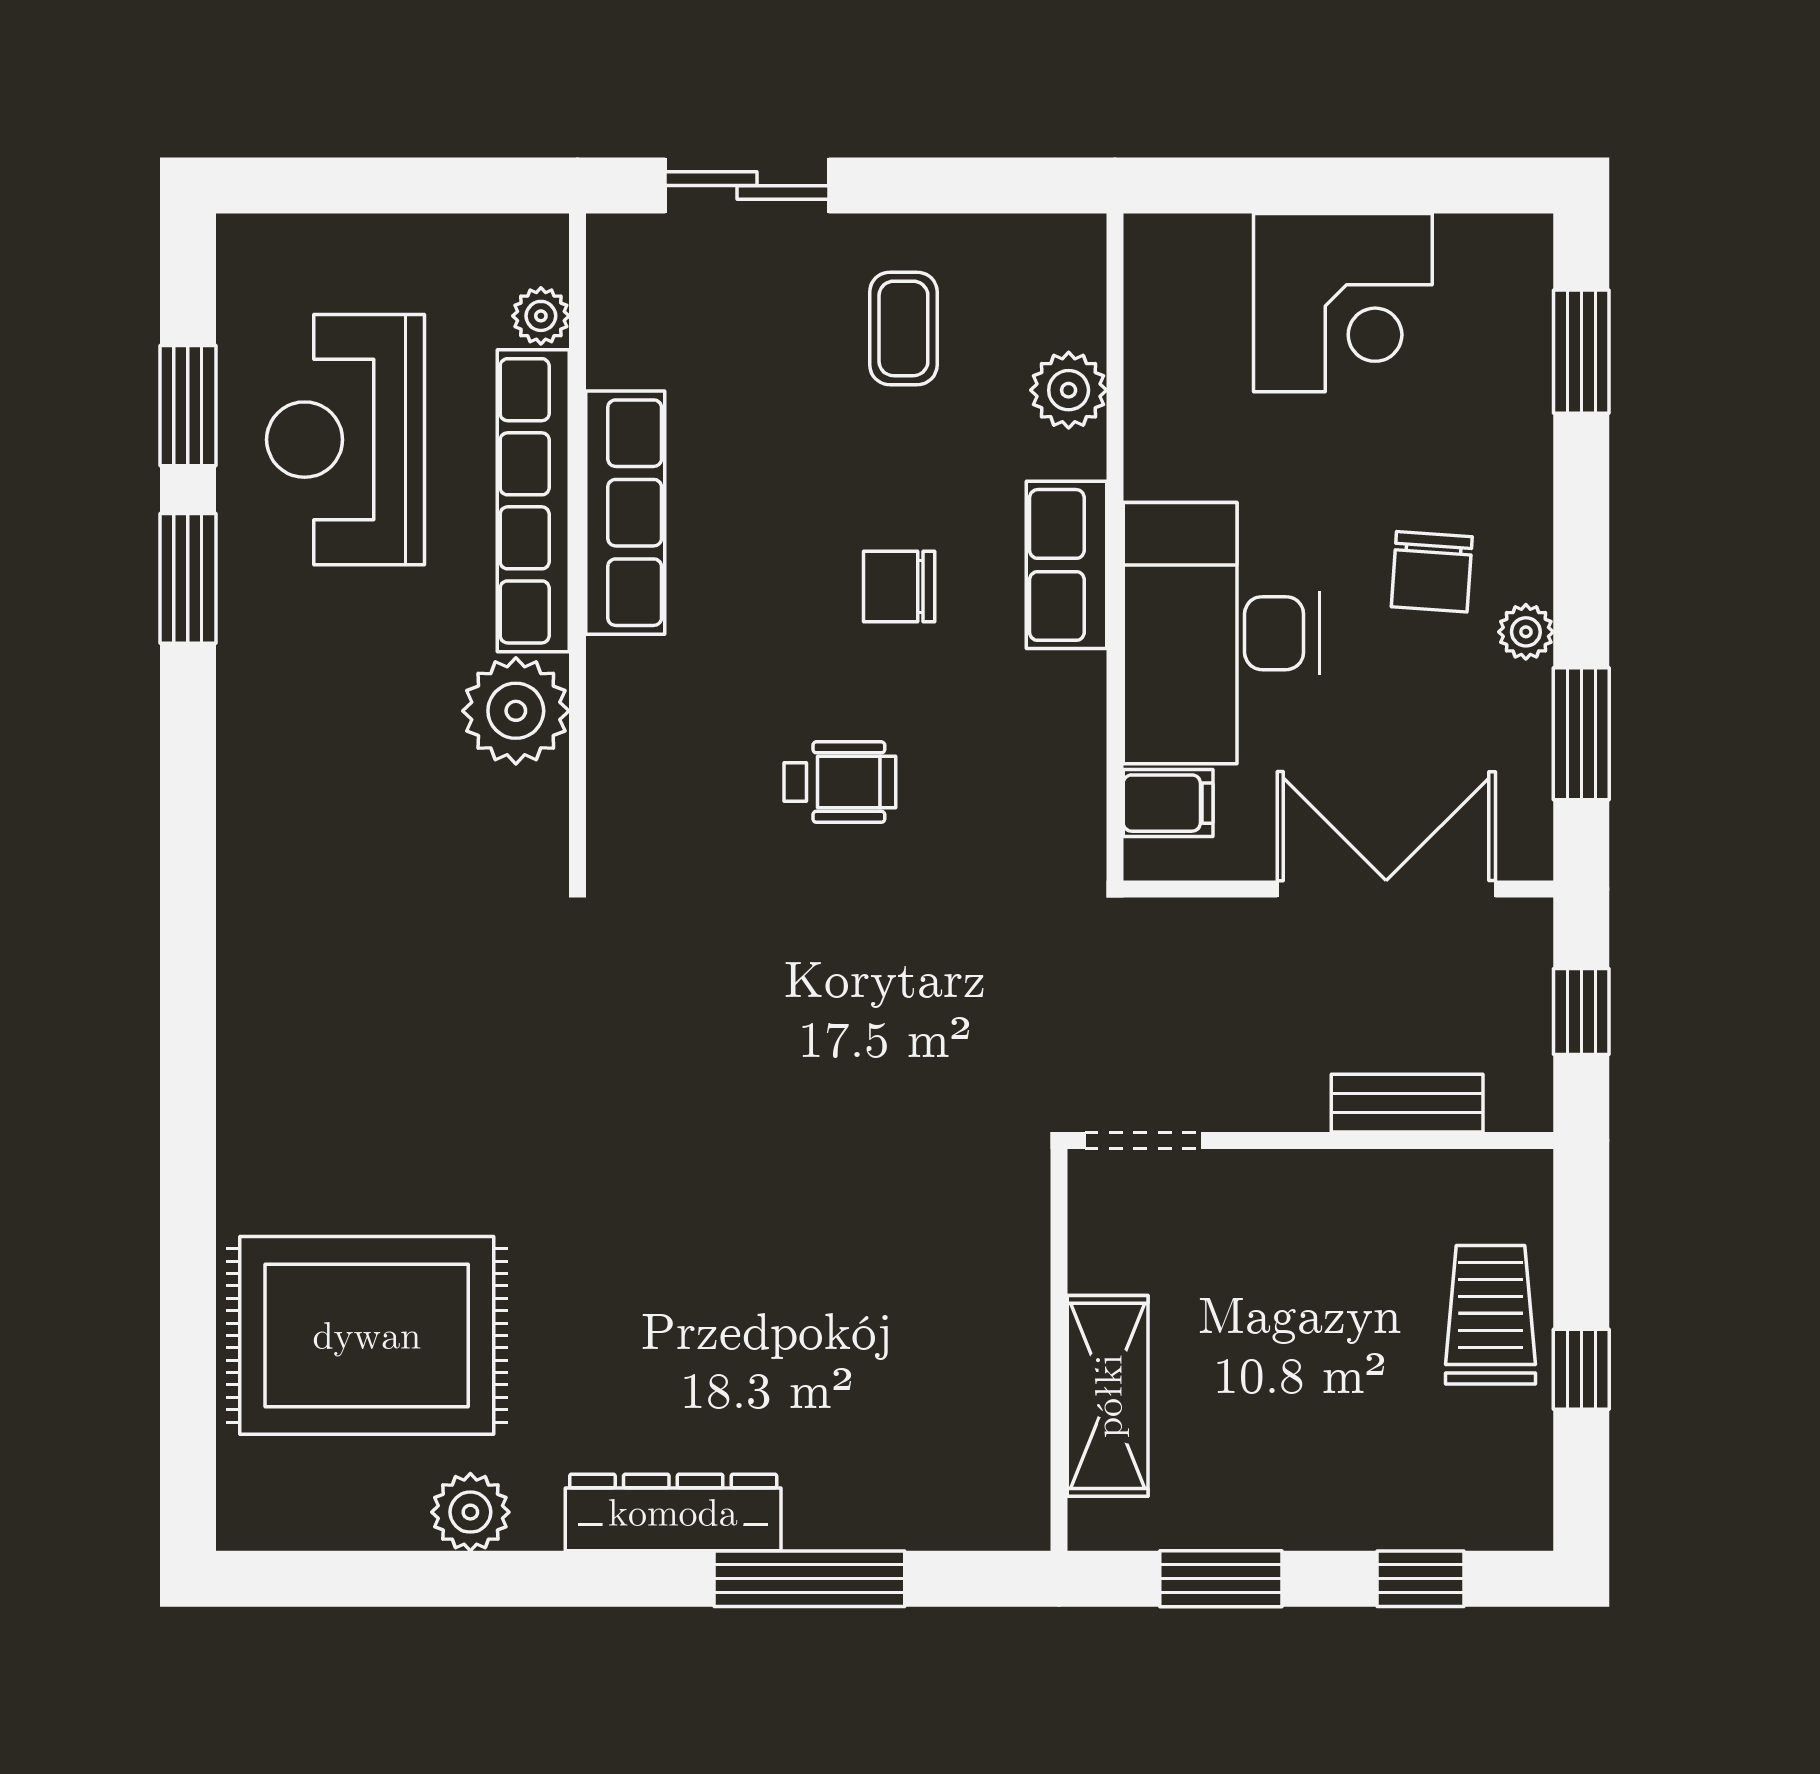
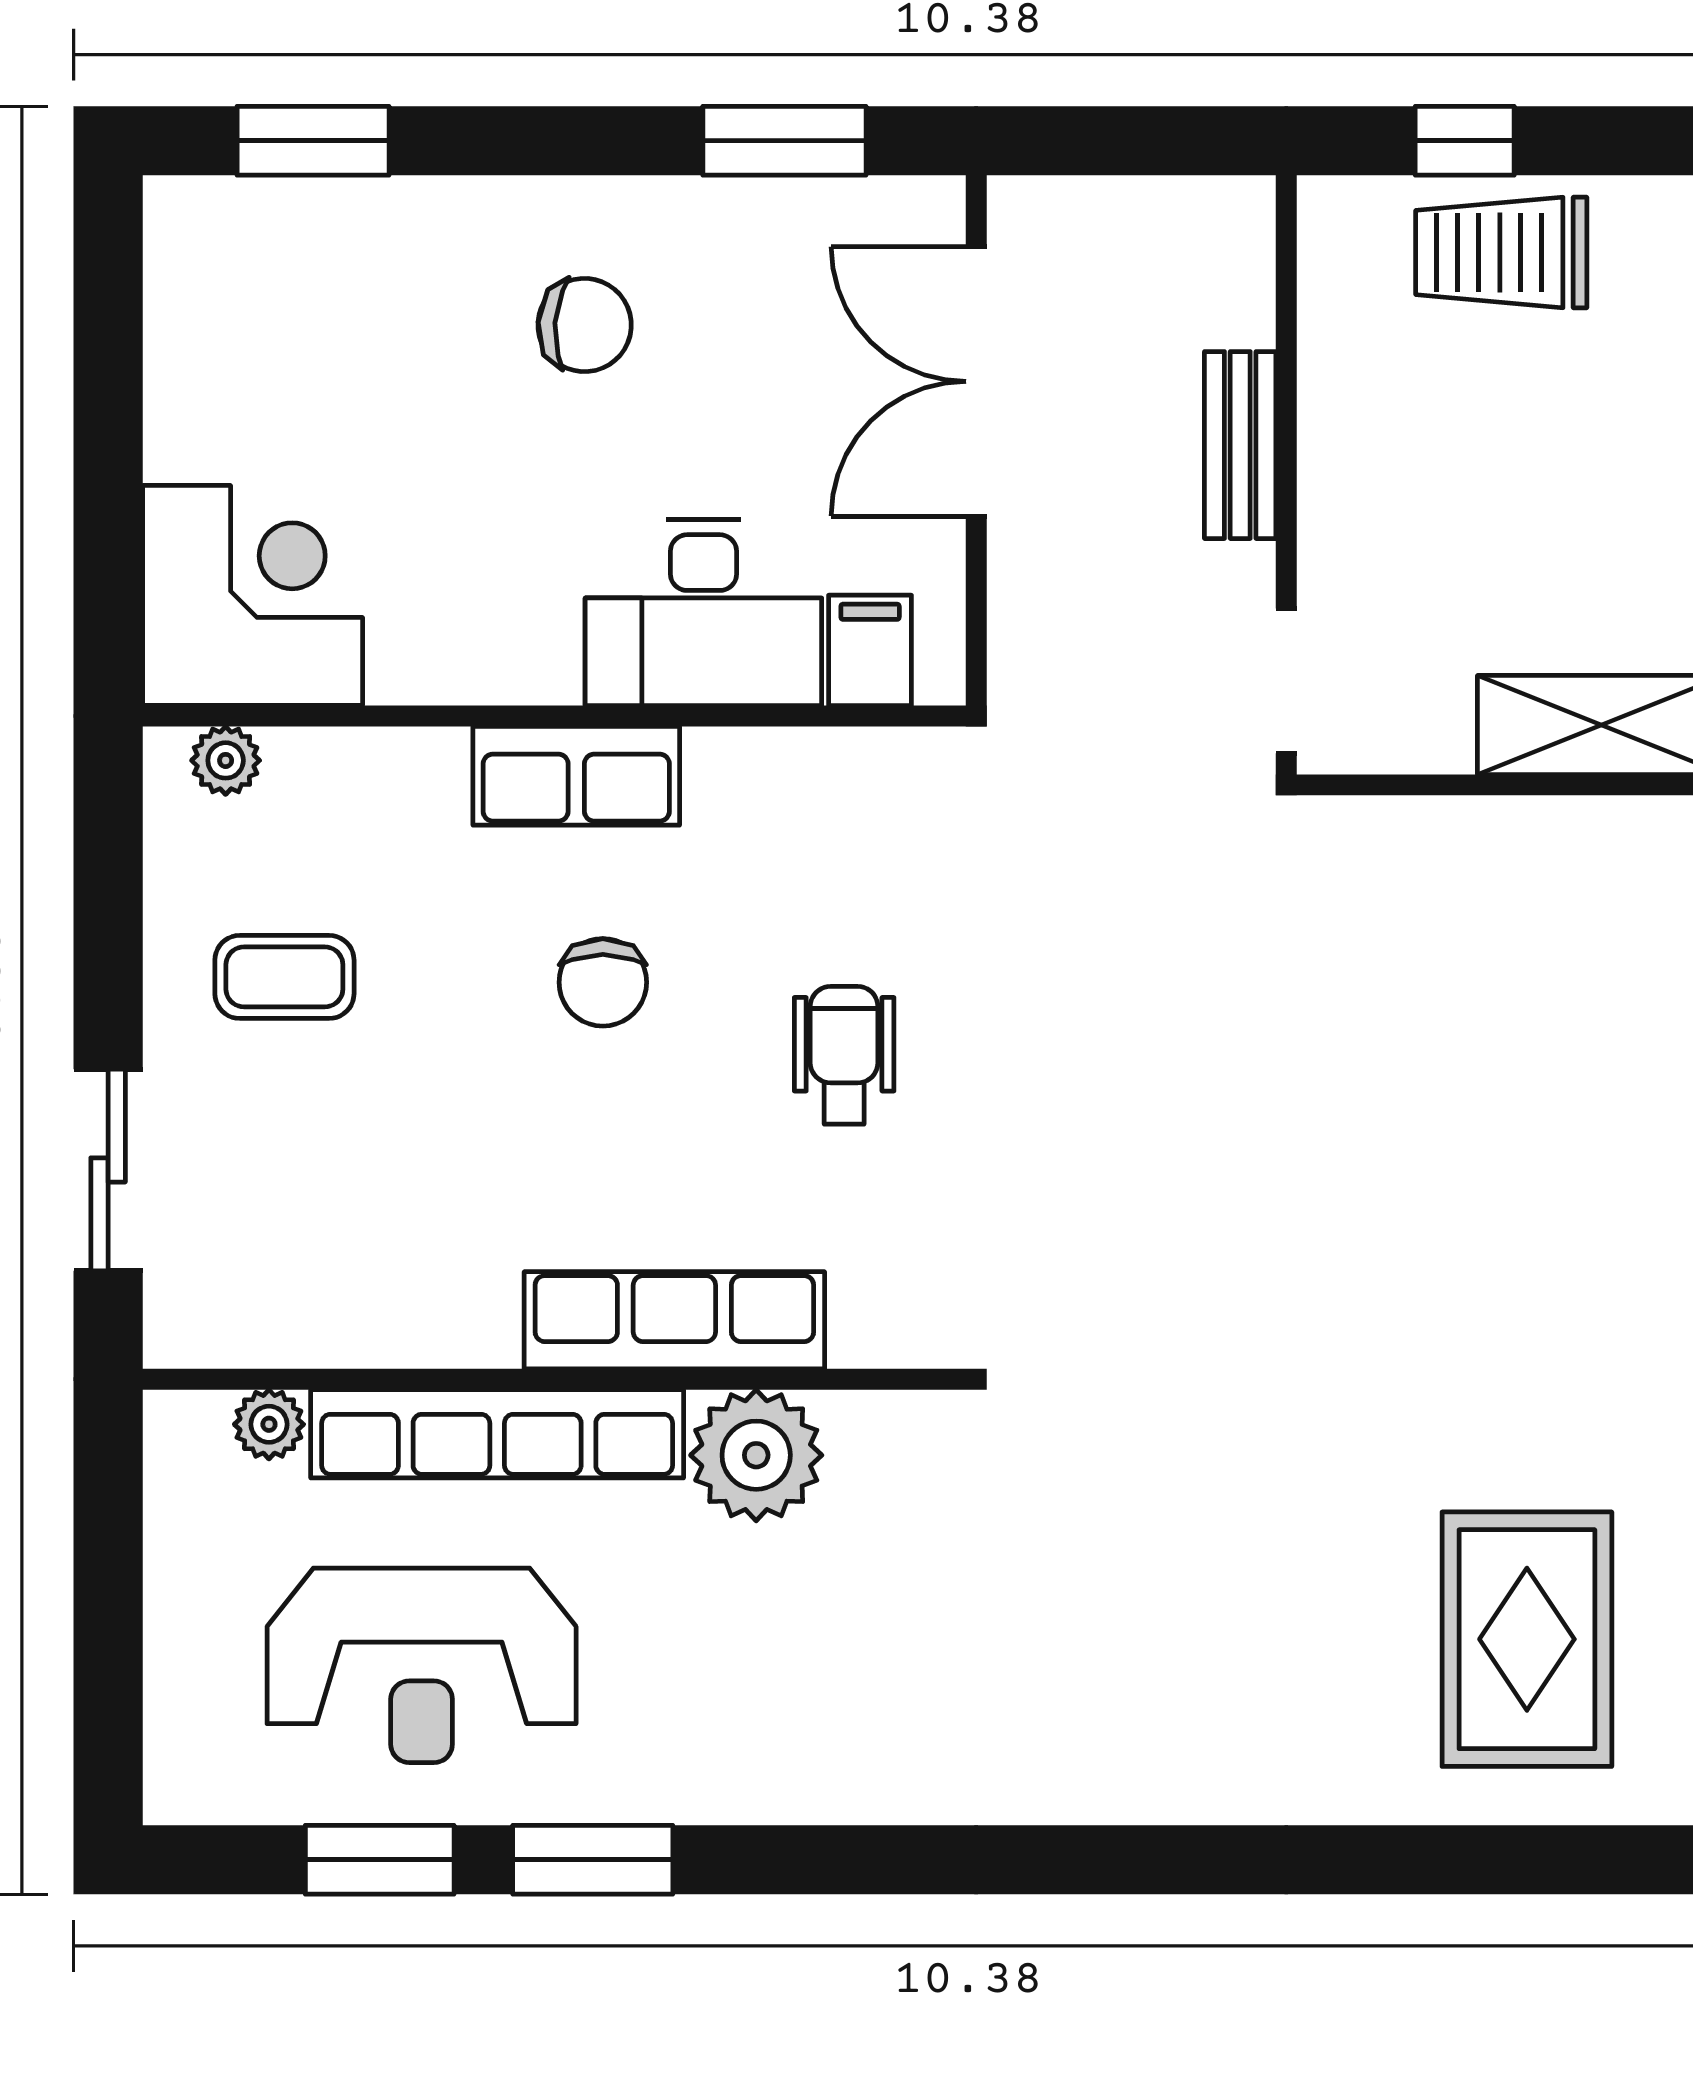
corner desk: (1343, 303) -> (253, 595), moved
plant: (1069, 390) -> (226, 760), moved, width x0.73, depth x0.73
row of seats: (625, 513) -> (674, 1320), moved
plant: (1526, 632) -> (659, 209), removed
desk: (1221, 633) -> (703, 613), width x0.73, depth x0.77
window: (1581, 1011) -> (1127, 141), removed
bench: (1407, 1103) -> (1240, 445), moved
rug: (367, 1335) -> (1527, 1639), width x0.73, depth x0.69
window: (1581, 1369) -> (1465, 141), moved

